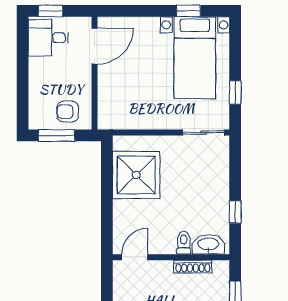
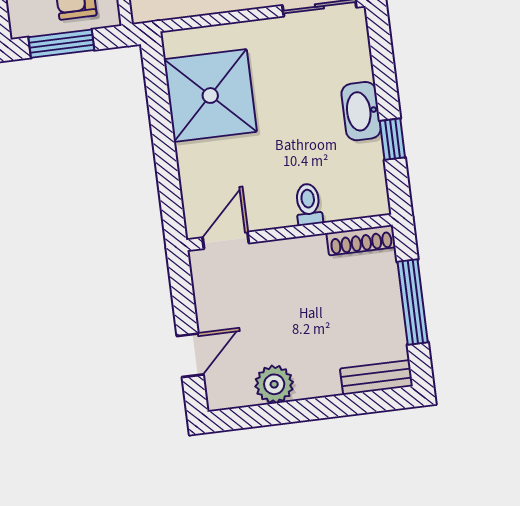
washbasin: (208, 244) -> (361, 111), moved, turned -90
shoe rack: (193, 266) -> (361, 240), moved

